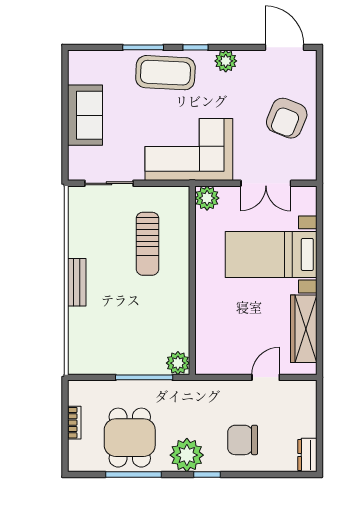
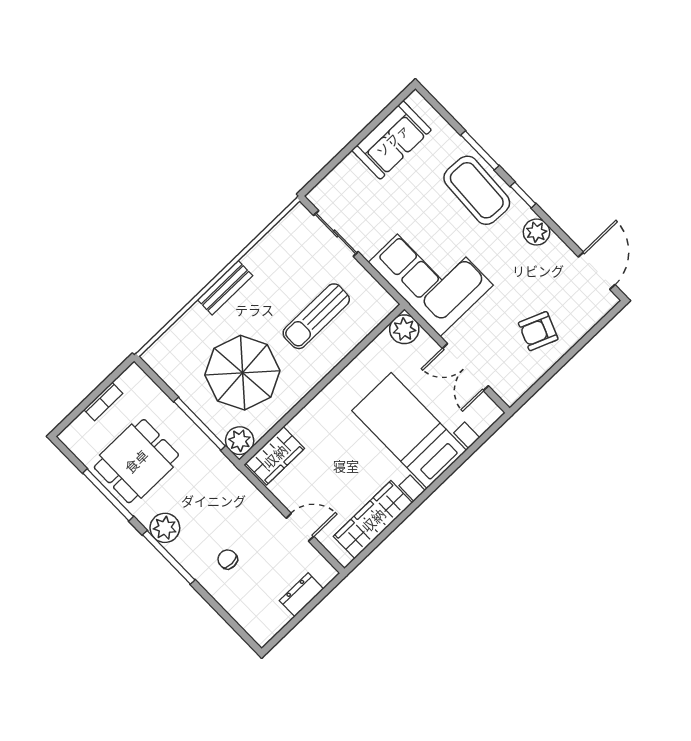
sofa: (85, 115) -> (392, 140), moved
armchair: (287, 118) -> (538, 331), width x0.72, depth x0.72
parasol: (138, 322) -> (242, 373), added
wardrobe: (208, 351) -> (275, 456), added
chair: (243, 440) -> (228, 559), width x0.54, depth x0.54
plant: (187, 455) -> (165, 528), width x0.73, depth x0.73
dresser: (307, 455) -> (301, 595), moved
window: (207, 474) -> (169, 557), width x2.17

